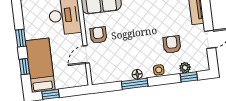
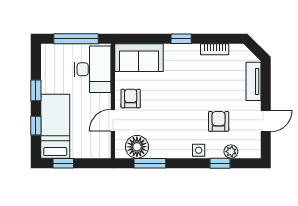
floor lamp: (137, 74) -> (137, 147), moved, width x1.89, depth x1.89
window: (189, 77) -> (220, 163), moved
window: (135, 84) -> (150, 163), moved

